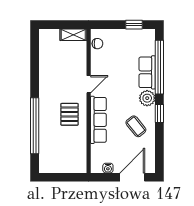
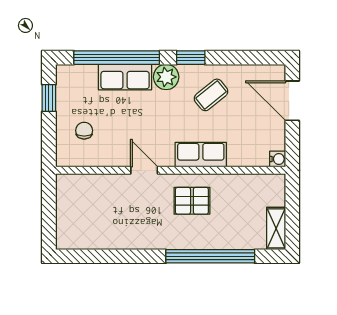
shelving: (73, 35) -> (276, 228), moved
chair: (97, 44) -> (84, 131), moved
row of seats: (98, 120) -> (201, 155), width x0.68
water cooler: (108, 168) -> (278, 159), moved

